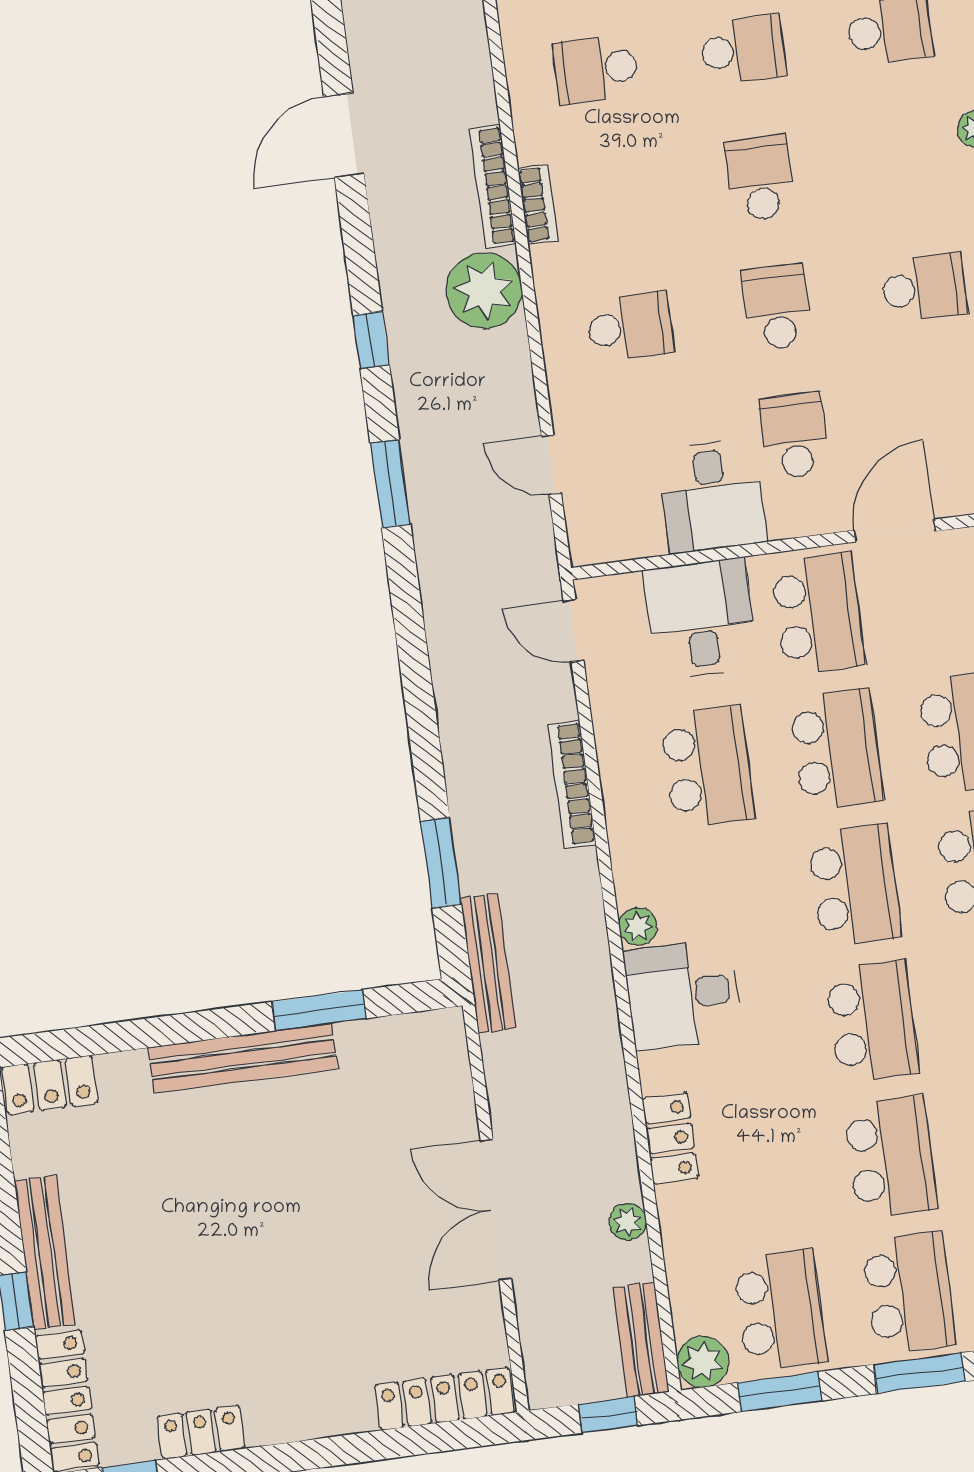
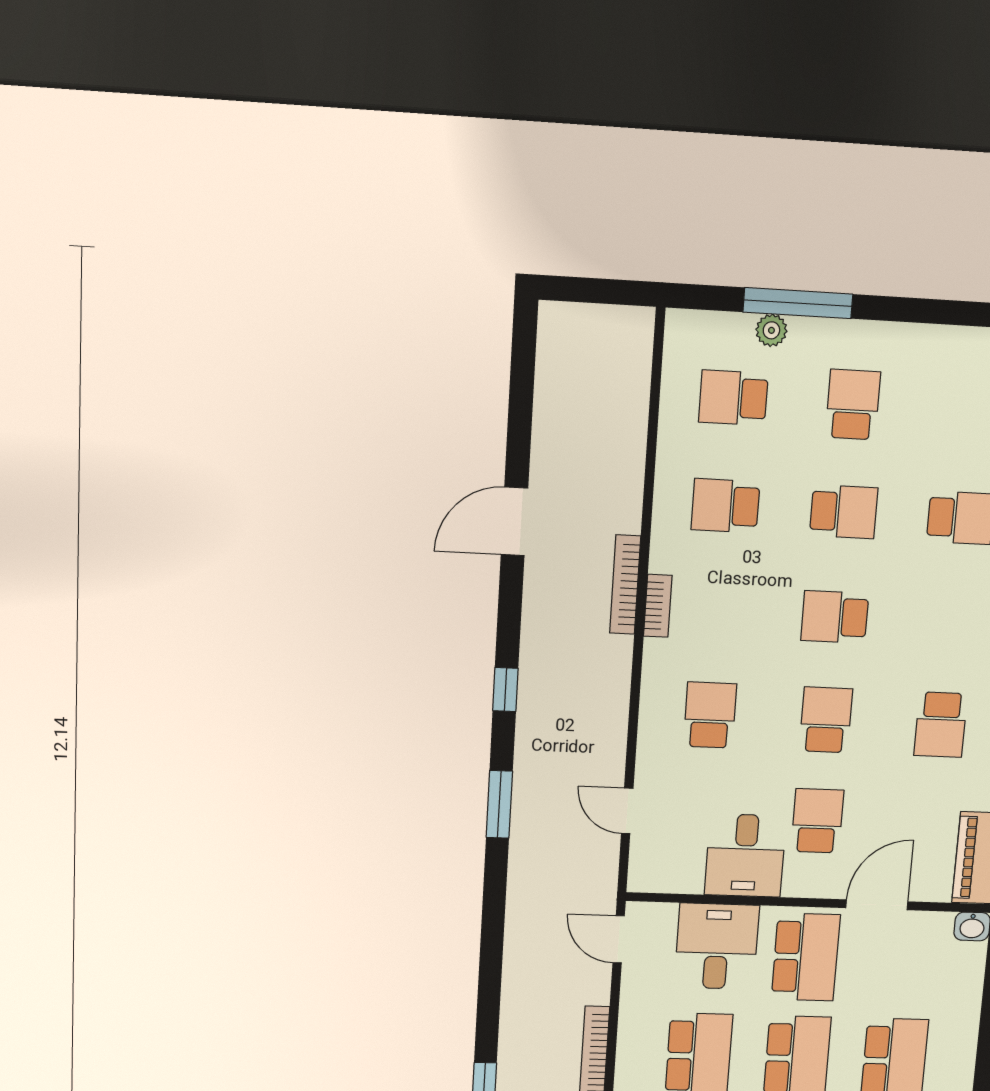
school desk: (760, 178) -> (835, 617), turned -90
school desk: (924, 288) -> (941, 725), turned 90
plant: (484, 290) -> (602, 666), removed
school desk: (630, 327) -> (710, 715), turned -90

